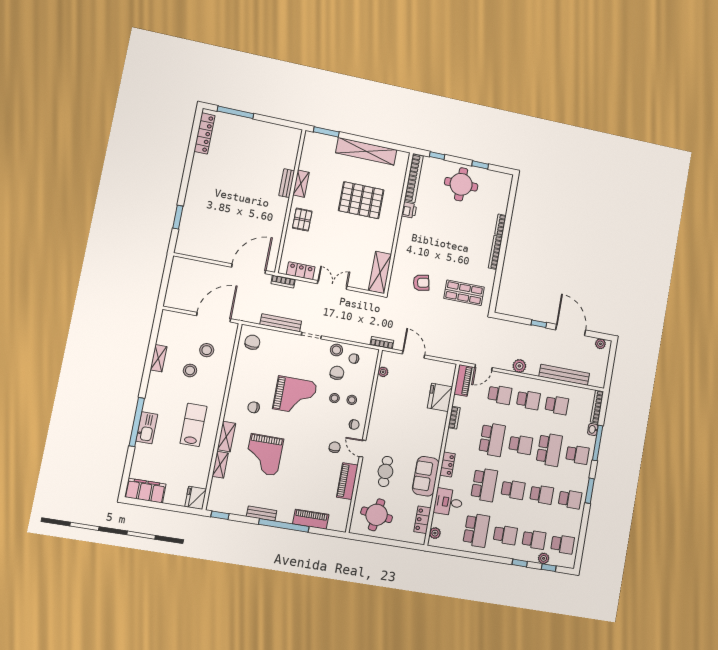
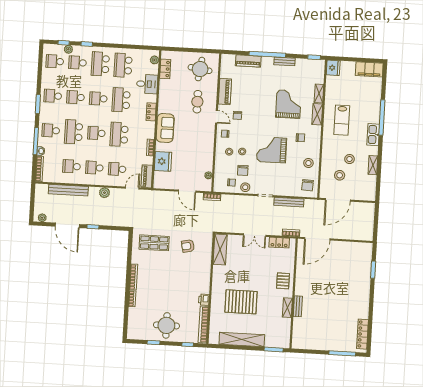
stool: (247, 372) -> (308, 163), added
kitchen sink: (147, 428) -> (373, 135), moved
sofa: (426, 476) -> (165, 128), moved
school desk: (505, 535) -> (100, 64), width x1.85

